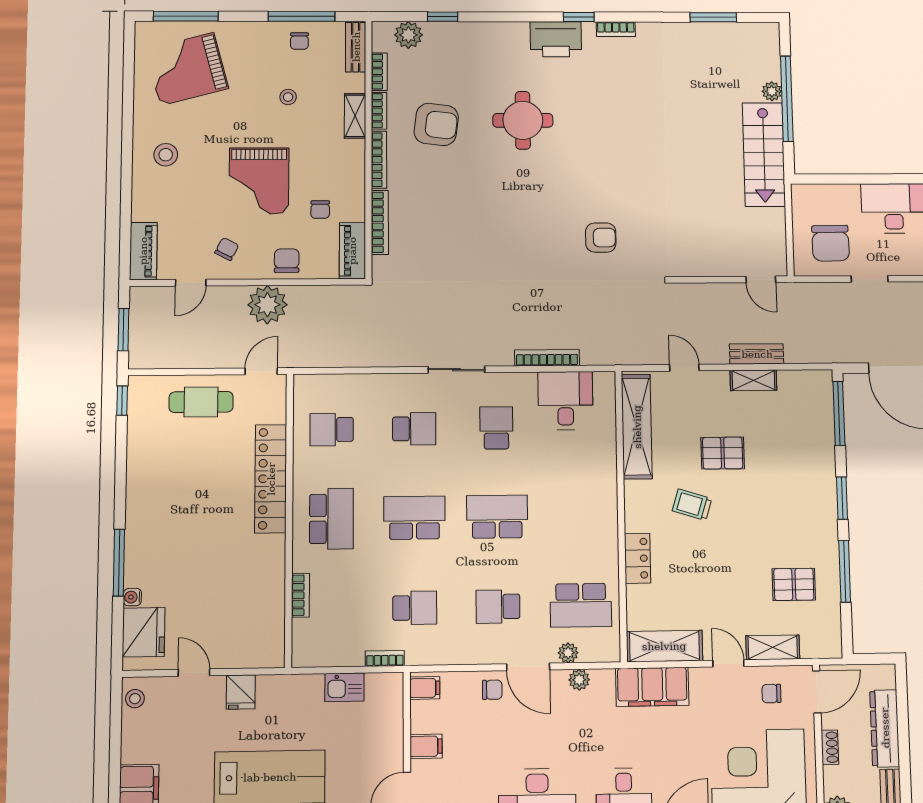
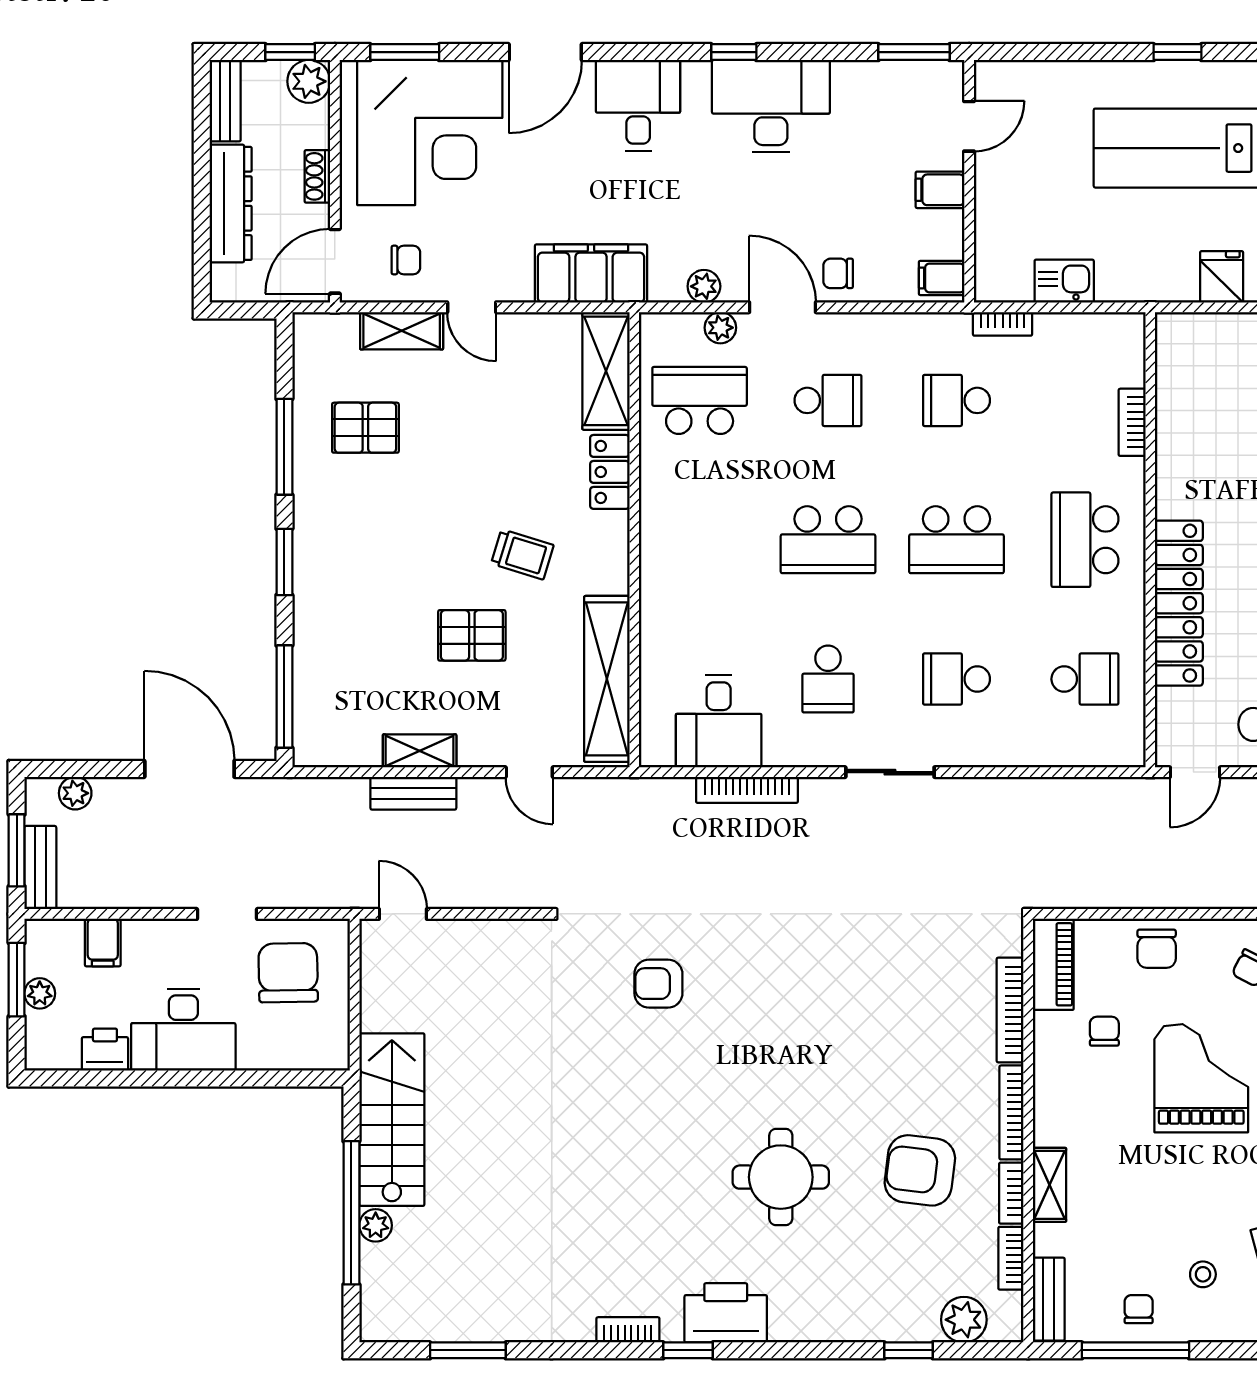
stool: (288, 97) -> (1203, 1274), moved
plant: (267, 305) -> (1186, 878), removed
shelving: (664, 646) -> (606, 371), moved, turned 90

